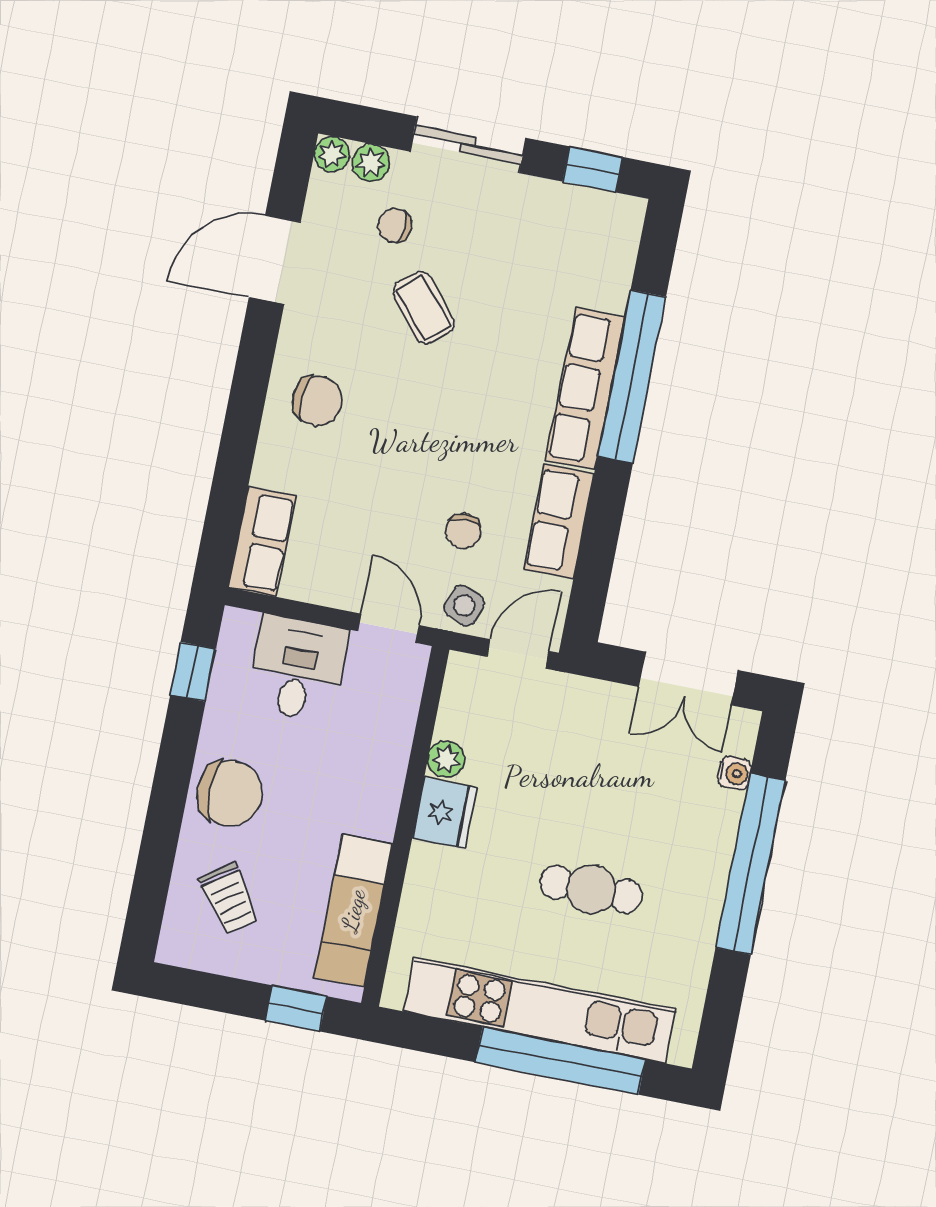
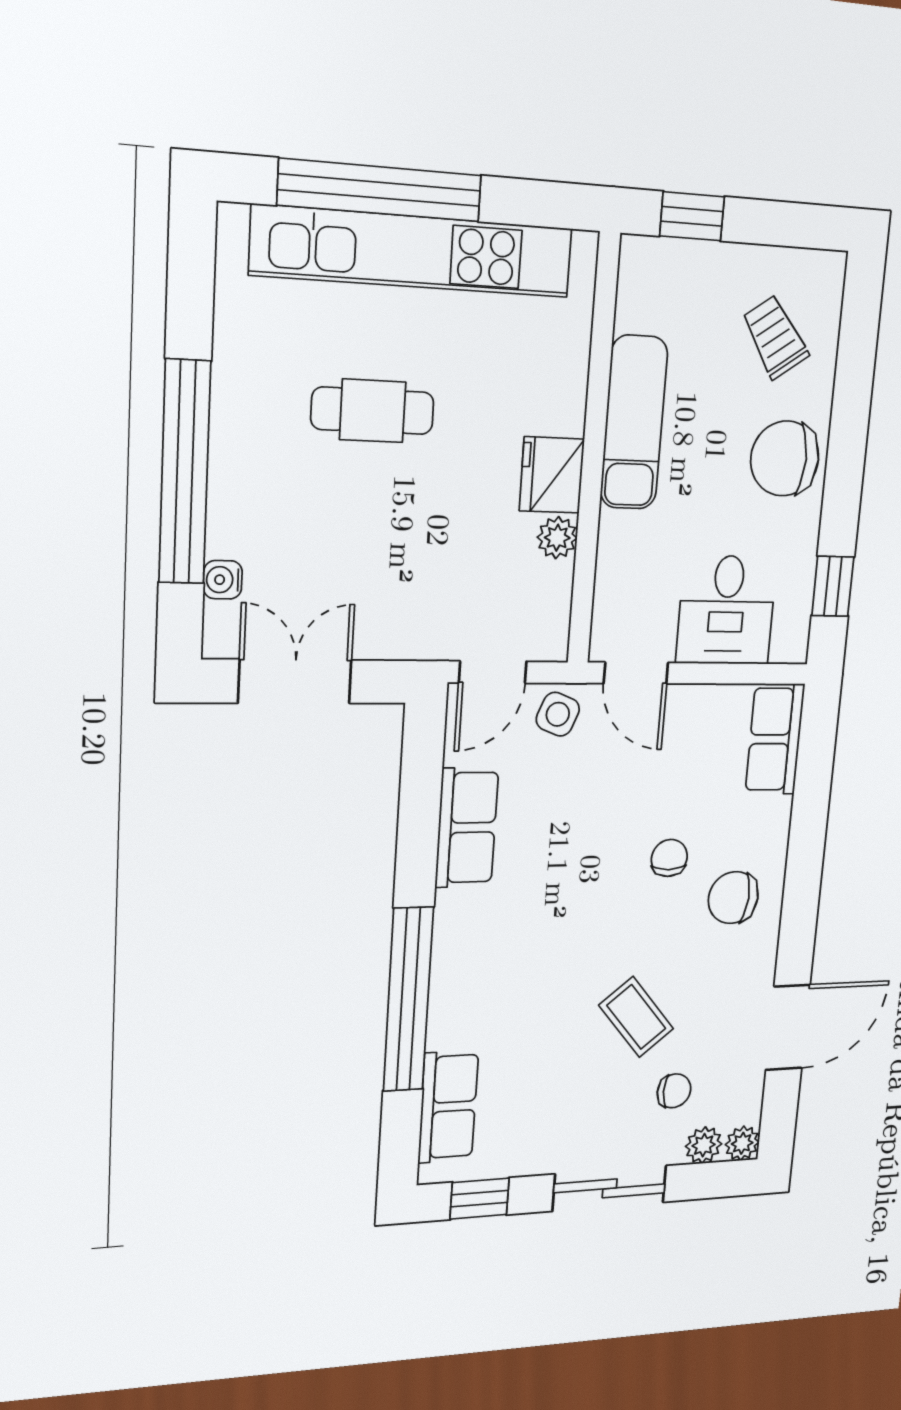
row of seats: (585, 389) -> (448, 1107), moved, width x0.68
chair: (463, 531) -> (669, 858), moved
exam couch: (353, 911) -> (634, 423), moved

